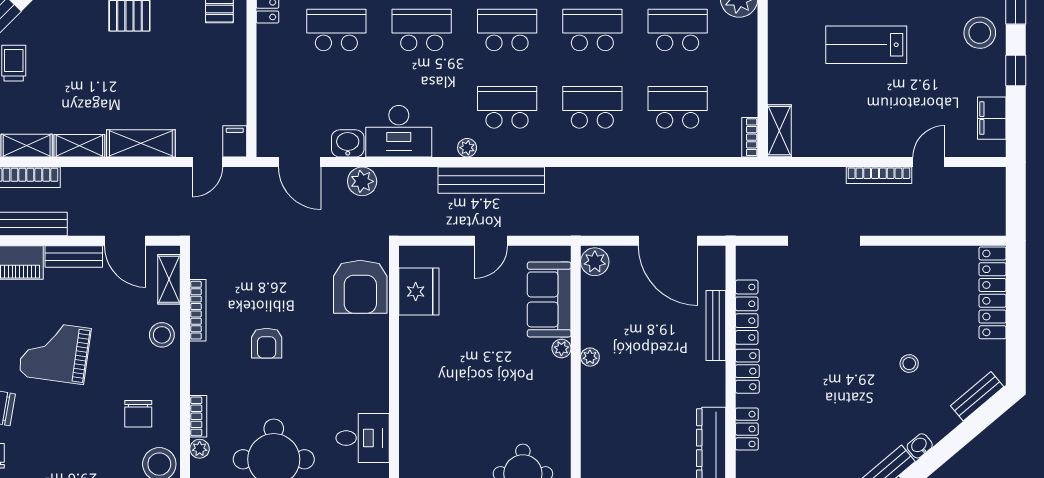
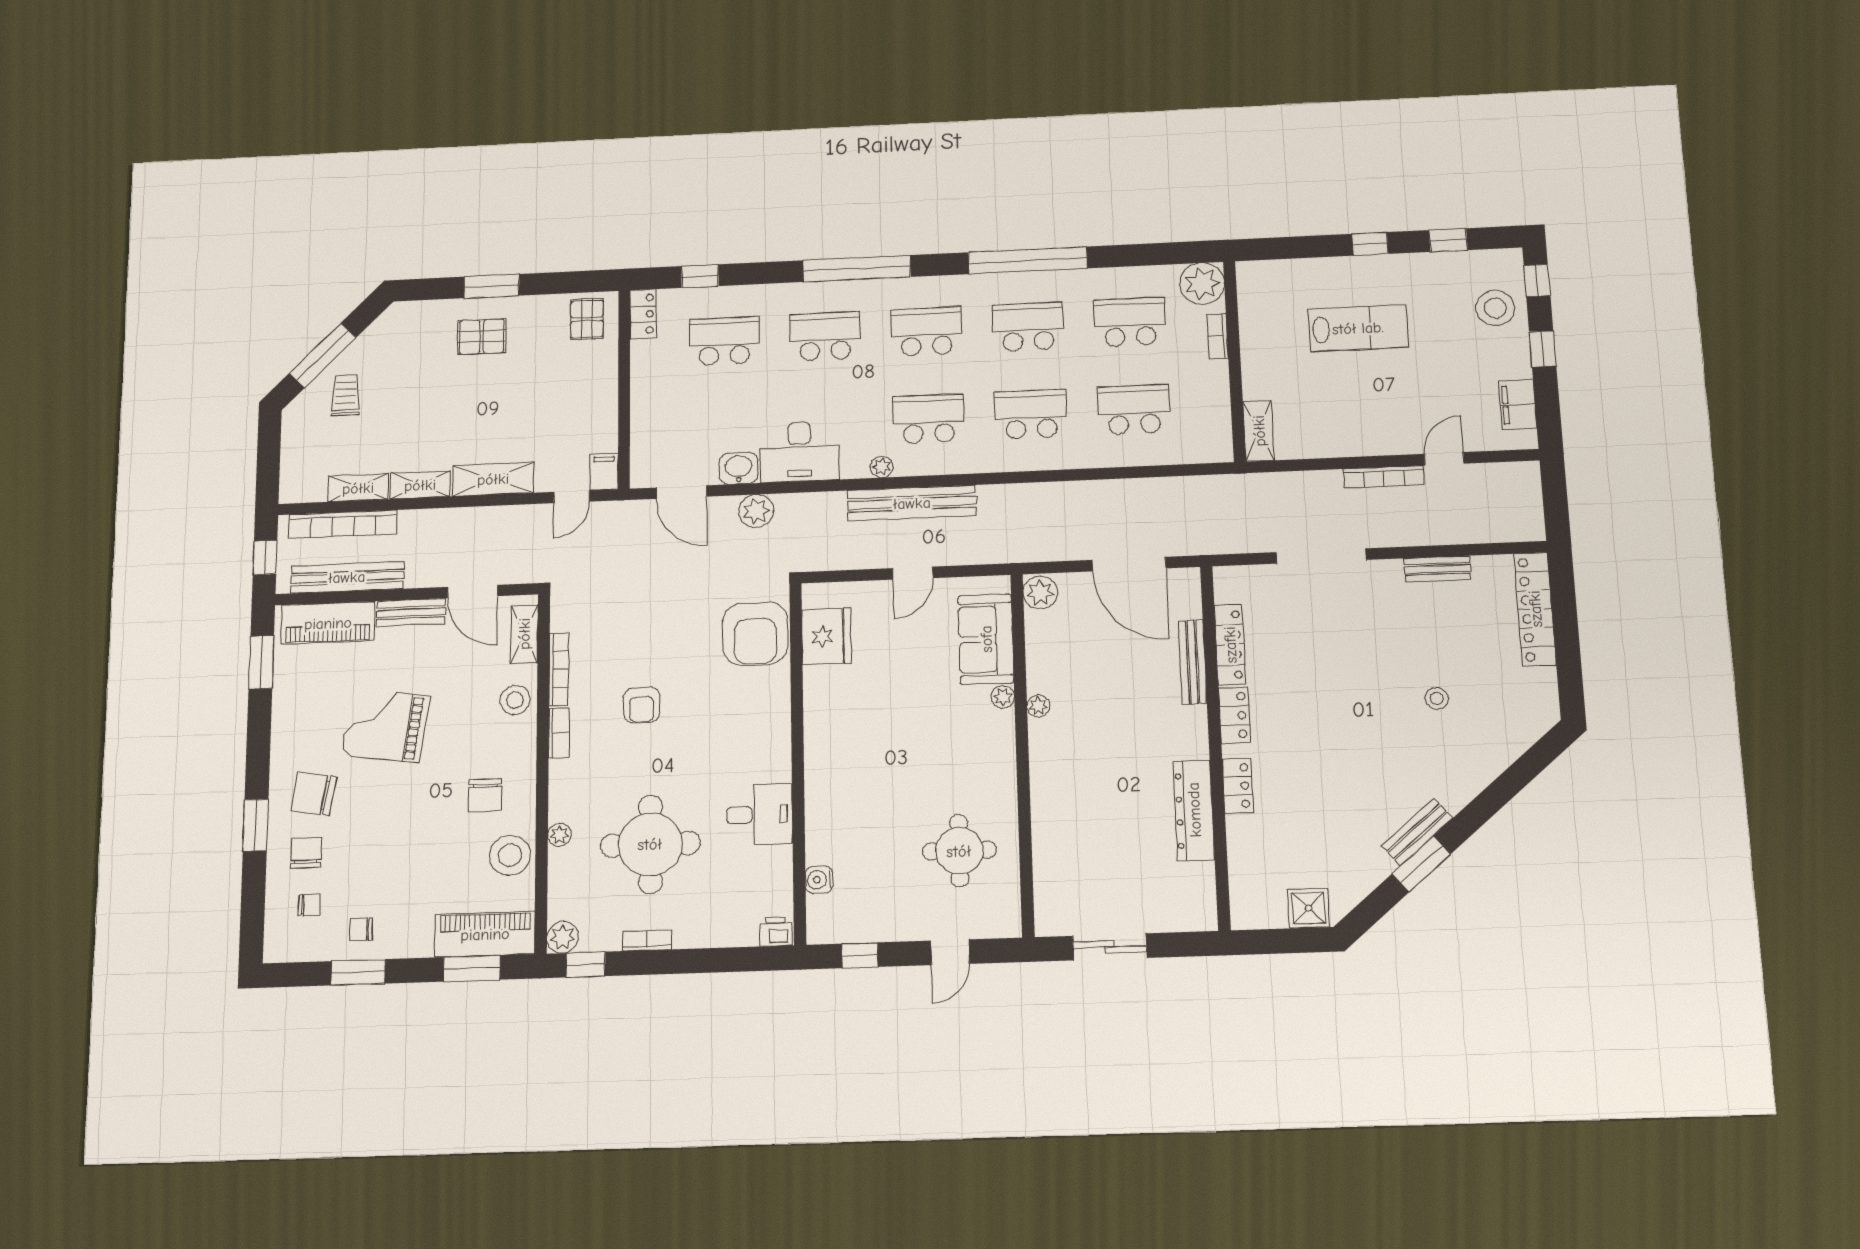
lab bench: (866, 45) -> (1358, 328), turned 180
bookcase: (750, 137) -> (1218, 336), moved
bench: (977, 396) -> (1437, 569), moved, turned 40
bookcase: (198, 416) -> (559, 733), moved
washbasin: (920, 446) -> (1457, 798), removed

